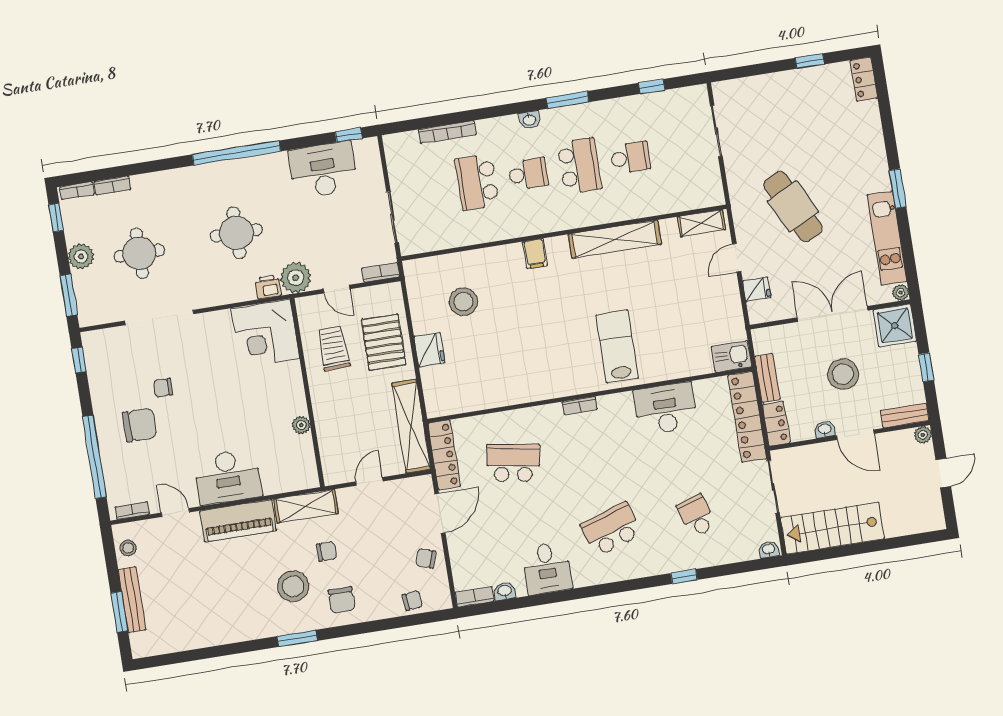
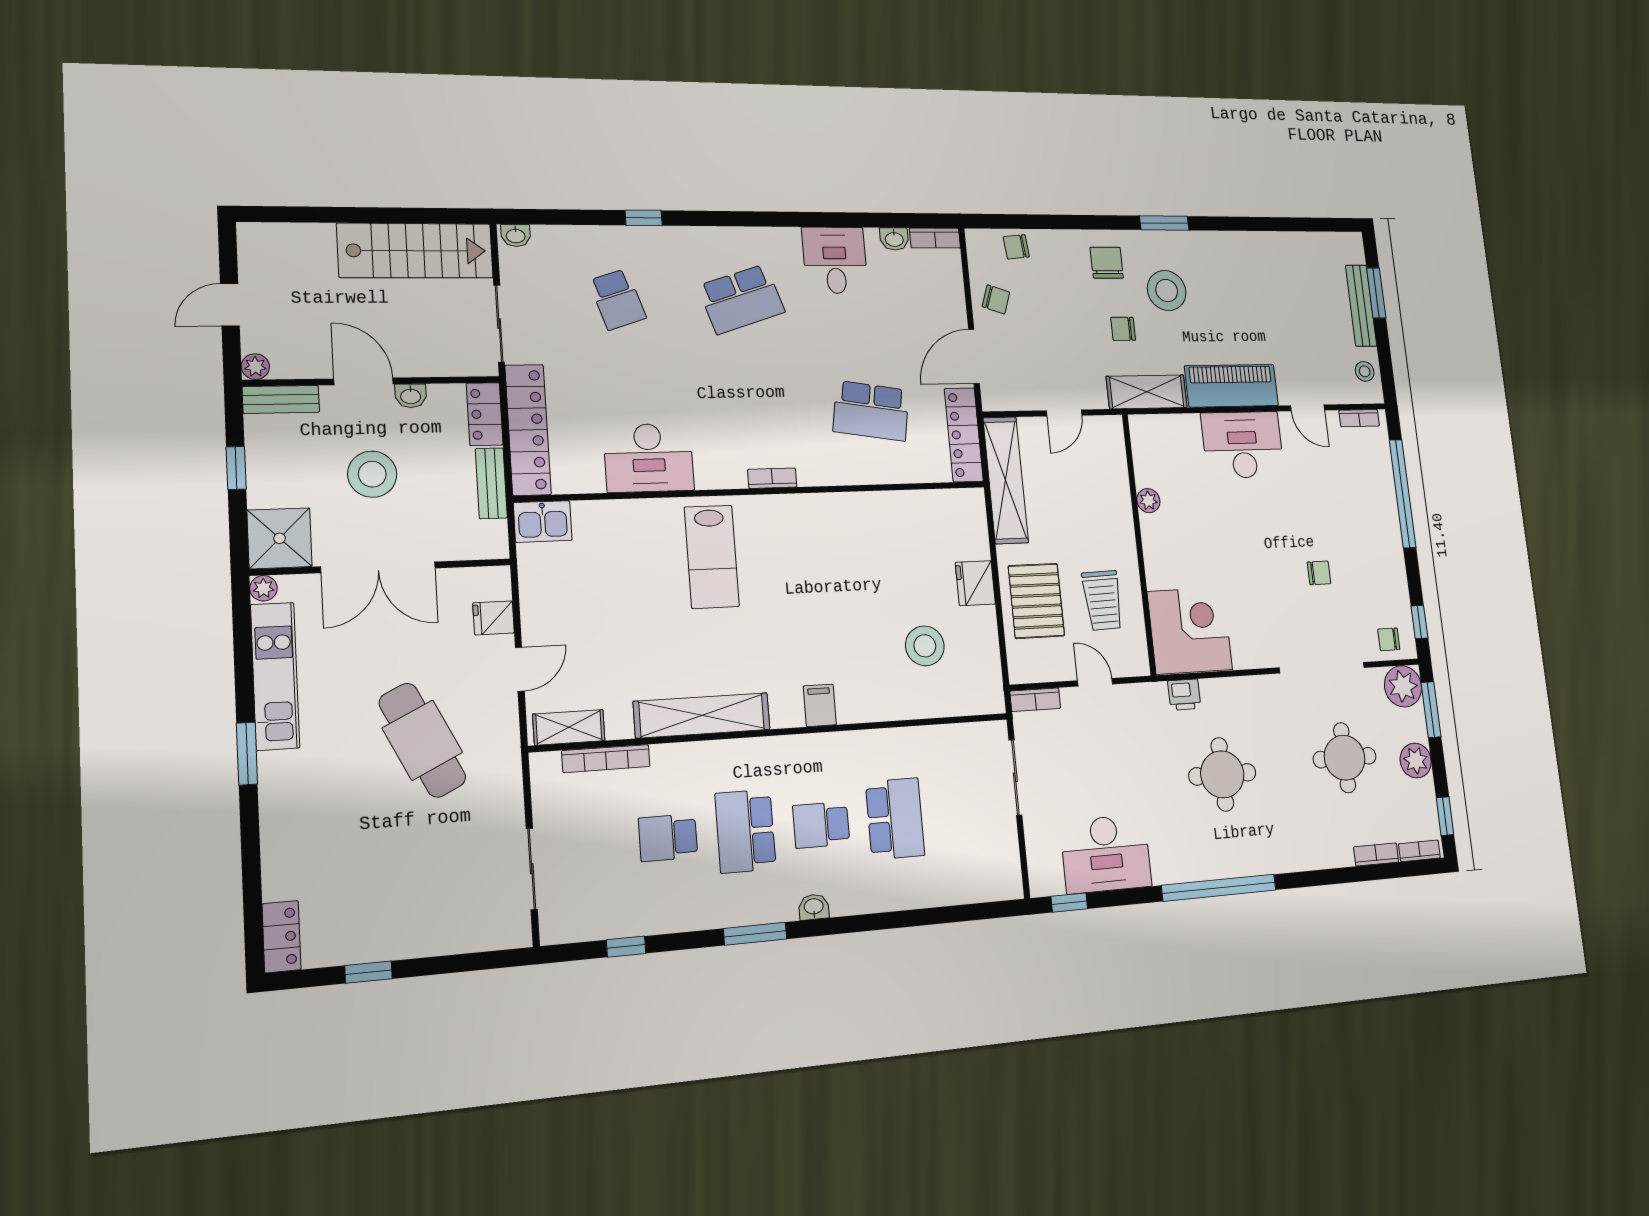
bookcase: (447, 132) -> (606, 759), moved, turned 180
plant: (296, 278) -> (1403, 686), moved
chair: (139, 425) -> (1389, 639), moved, width x0.54, depth x0.54

